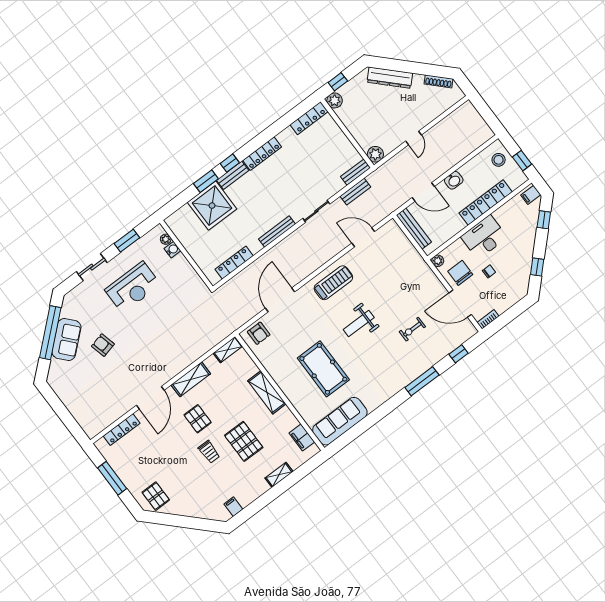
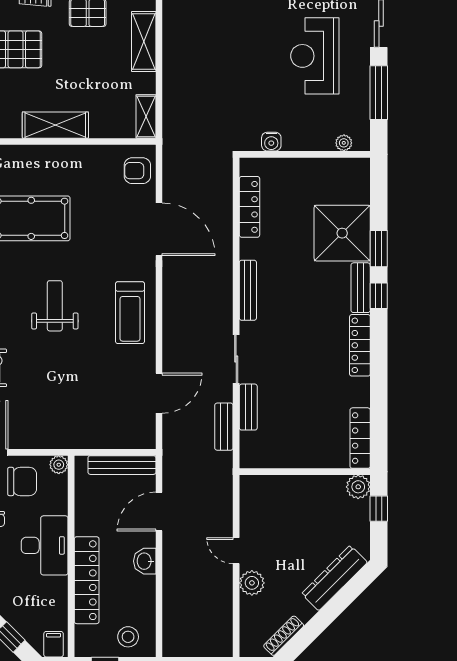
plant: (375, 154) -> (252, 583), moved
bench: (355, 172) -> (248, 407), moved
window: (127, 241) -> (379, 93), width x1.44
water cooler: (172, 250) -> (271, 142), moved

